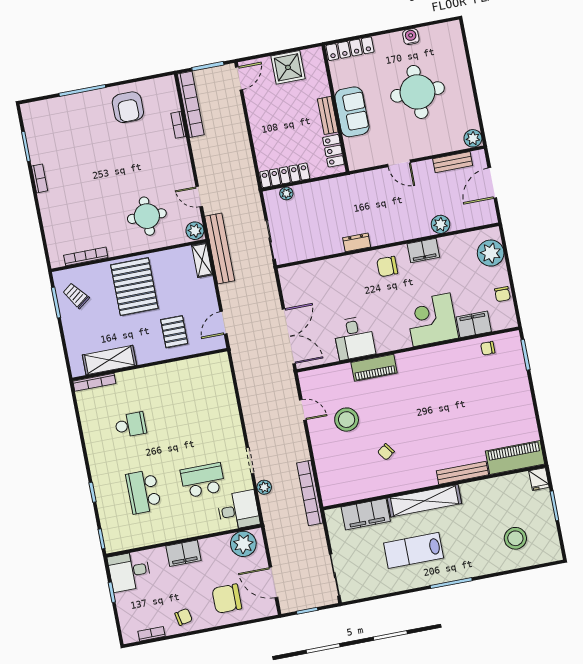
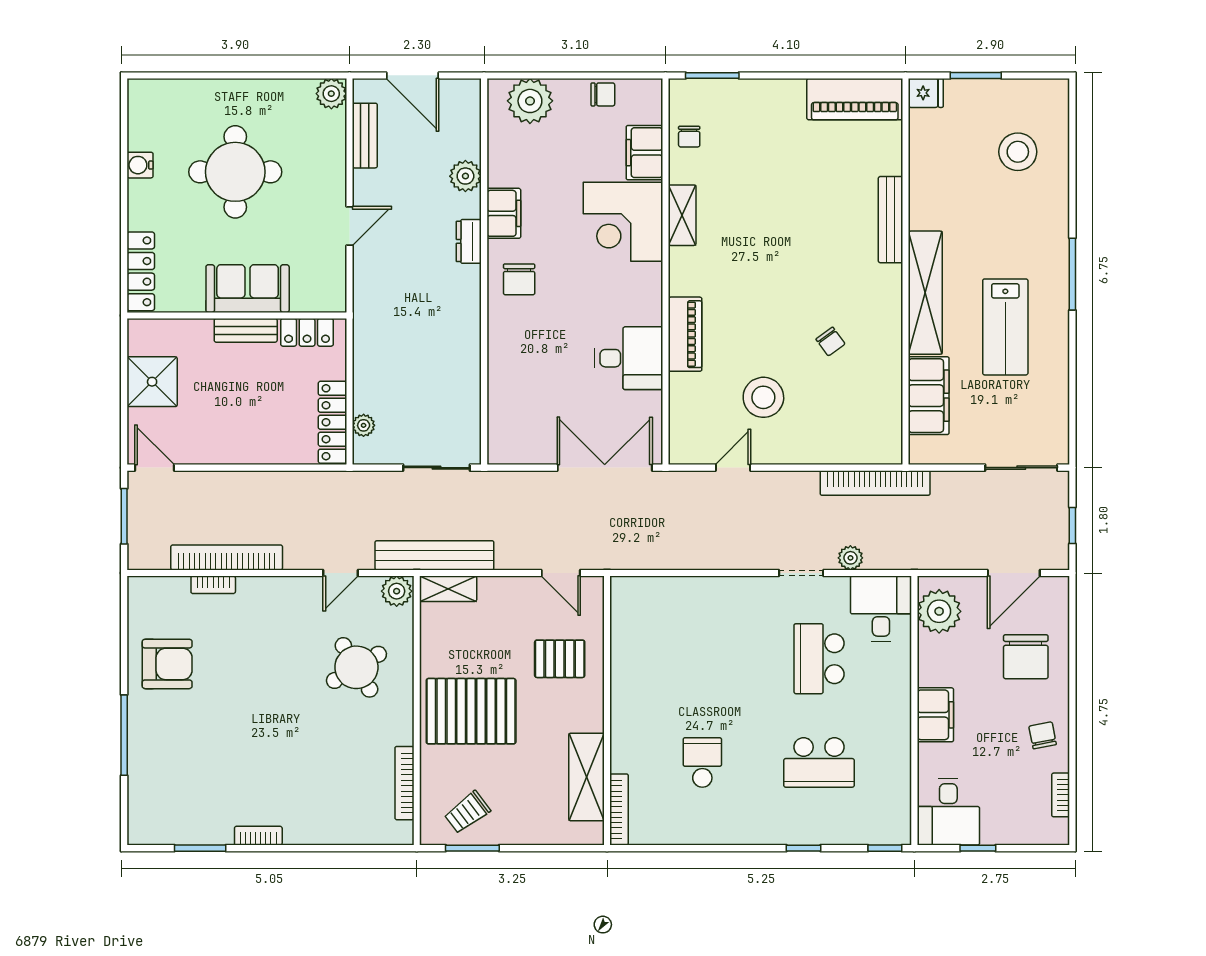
bookcase: (191, 104) -> (227, 557), moved
round table: (147, 216) -> (356, 667), turned -31
dresser: (357, 242) -> (469, 241), moved
shelving: (442, 353) -> (682, 215), added
piano: (515, 458) -> (855, 99), moved, turned -90

